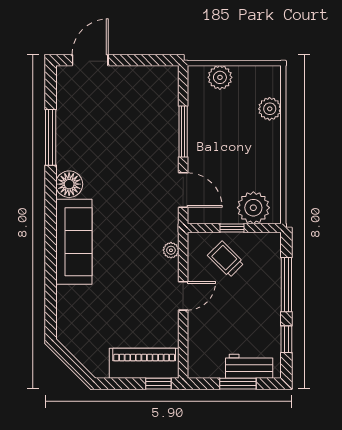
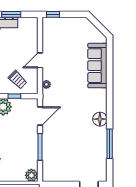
plant: (220, 77) -> (31, 175), moved
door: (183, 190) -> (40, 116), swing flipped
sofa: (74, 242) -> (97, 66), moved
piano: (144, 363) -> (61, 25), removed

